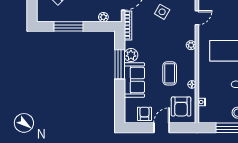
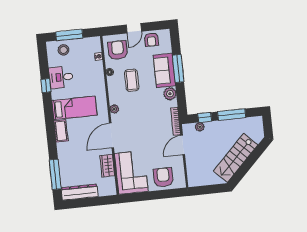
side table: (162, 12) -> (145, 138), removed
door: (197, 18) -> (112, 135), width x1.88
window: (97, 26) -> (205, 117), added
window: (120, 64) -> (178, 68), moved

